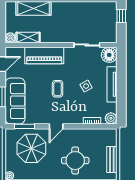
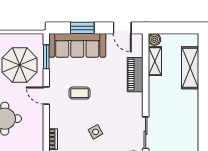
piano: (44, 56) -> (135, 75), width x0.73, depth x0.75
coffee table: (58, 89) -> (80, 93), moved

